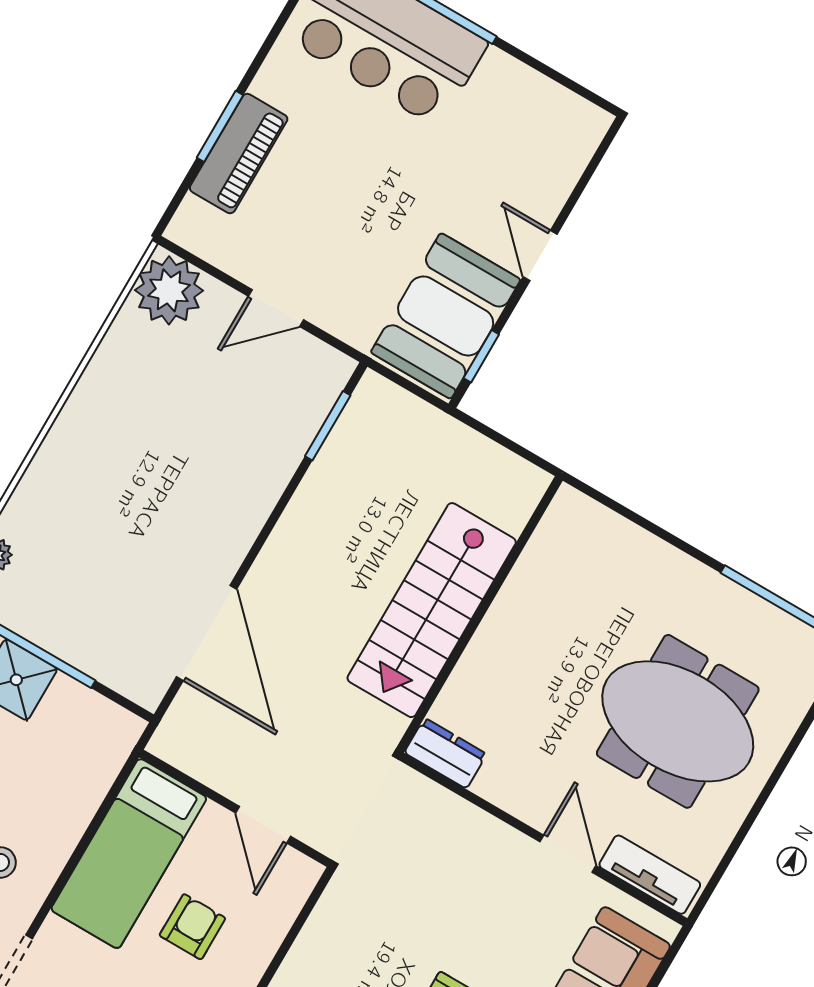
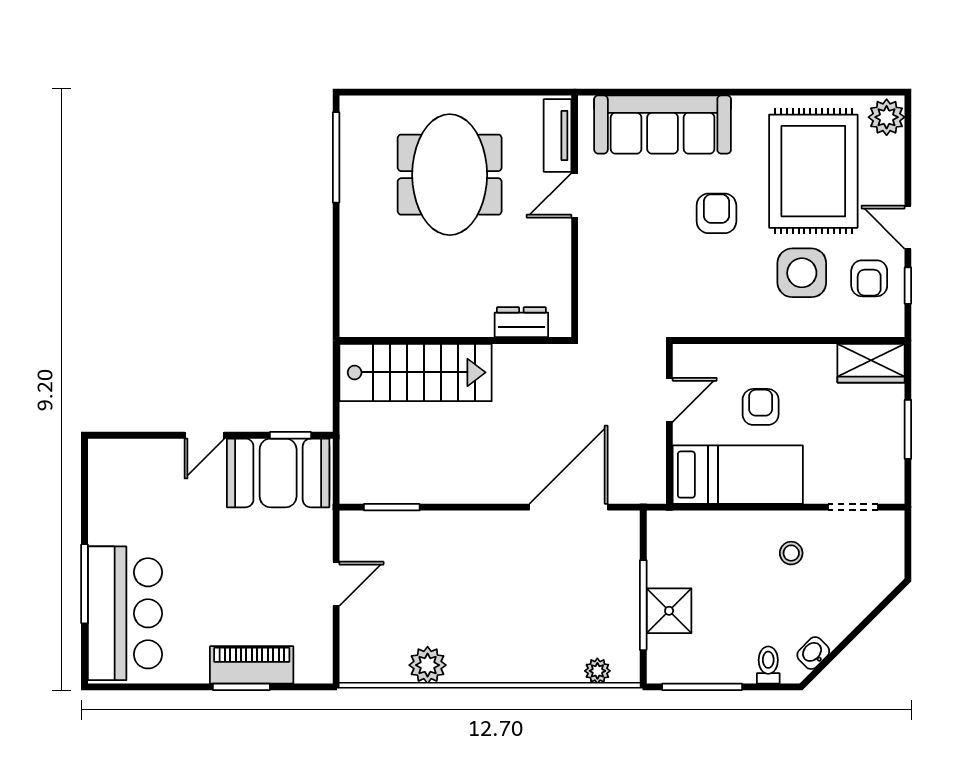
plant: (169, 290) -> (428, 665), moved, width x0.73, depth x0.73
door: (276, 308) -> (336, 584), hinge flipped
stairs: (432, 610) -> (416, 372), moved
dresser: (445, 753) -> (521, 322), moved, turned 90
armchair: (192, 927) -> (761, 407), turned 90

